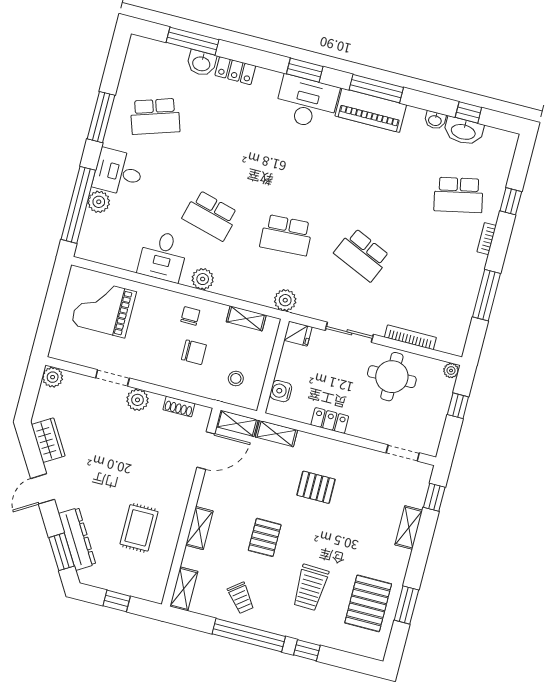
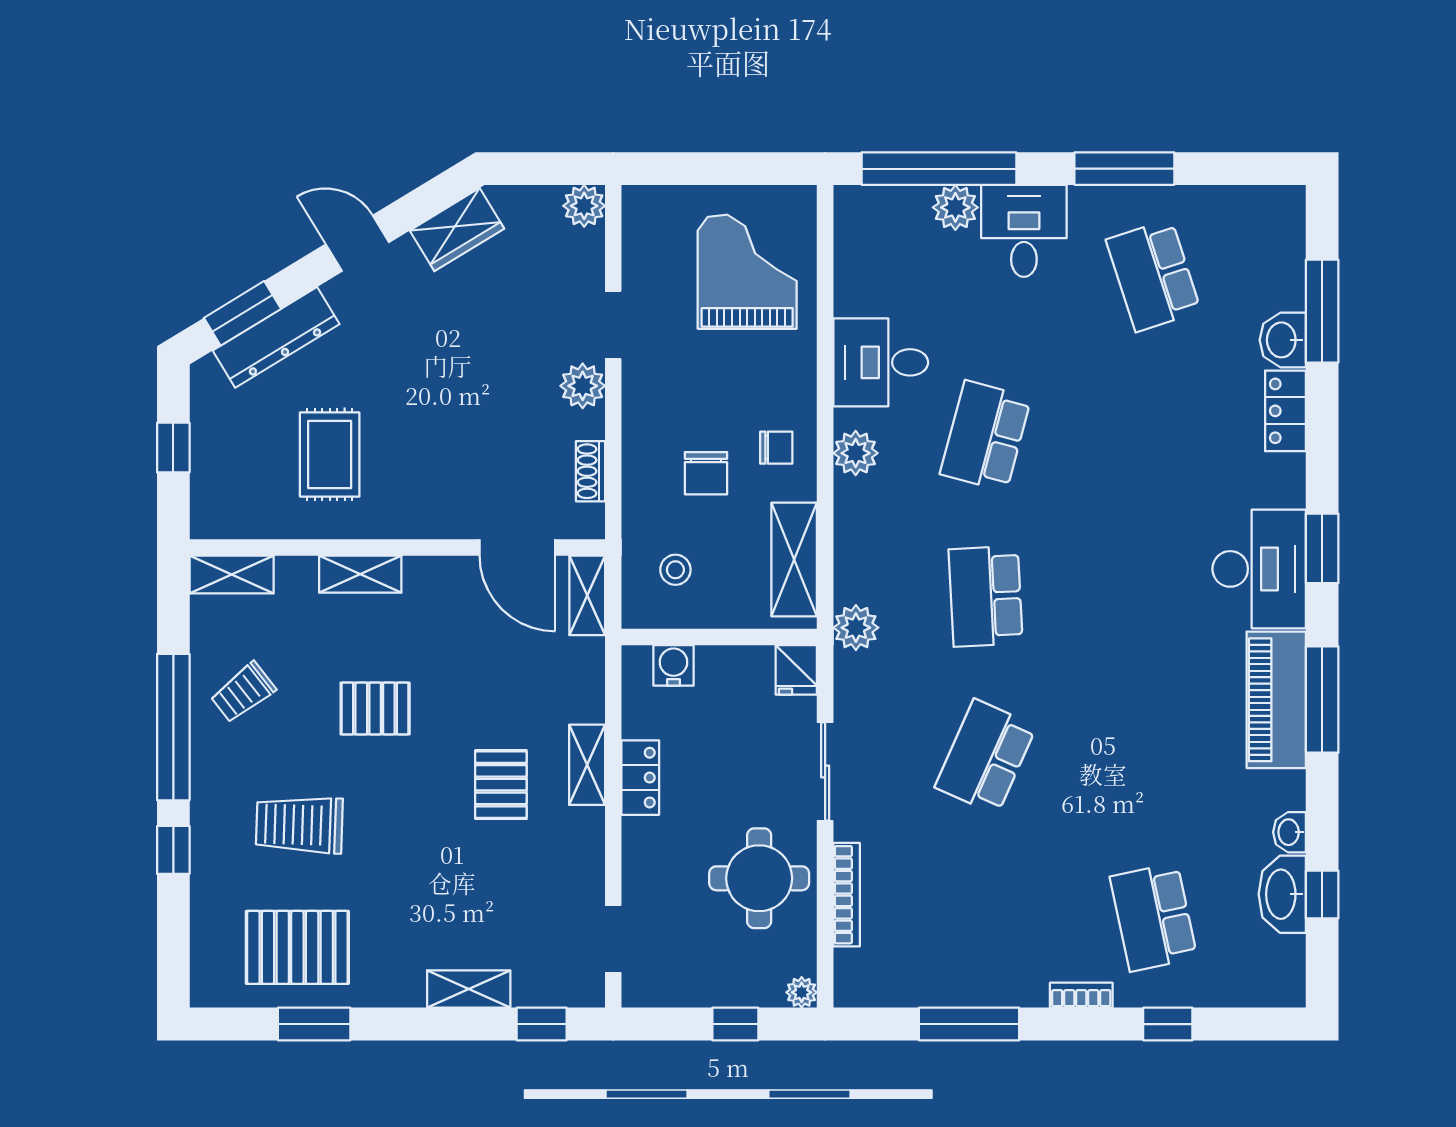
shelving: (246, 318) -> (794, 560), width x1.50, depth x1.33
shelving: (276, 434) -> (587, 765), moved
rug: (139, 528) -> (330, 454), turned 90

